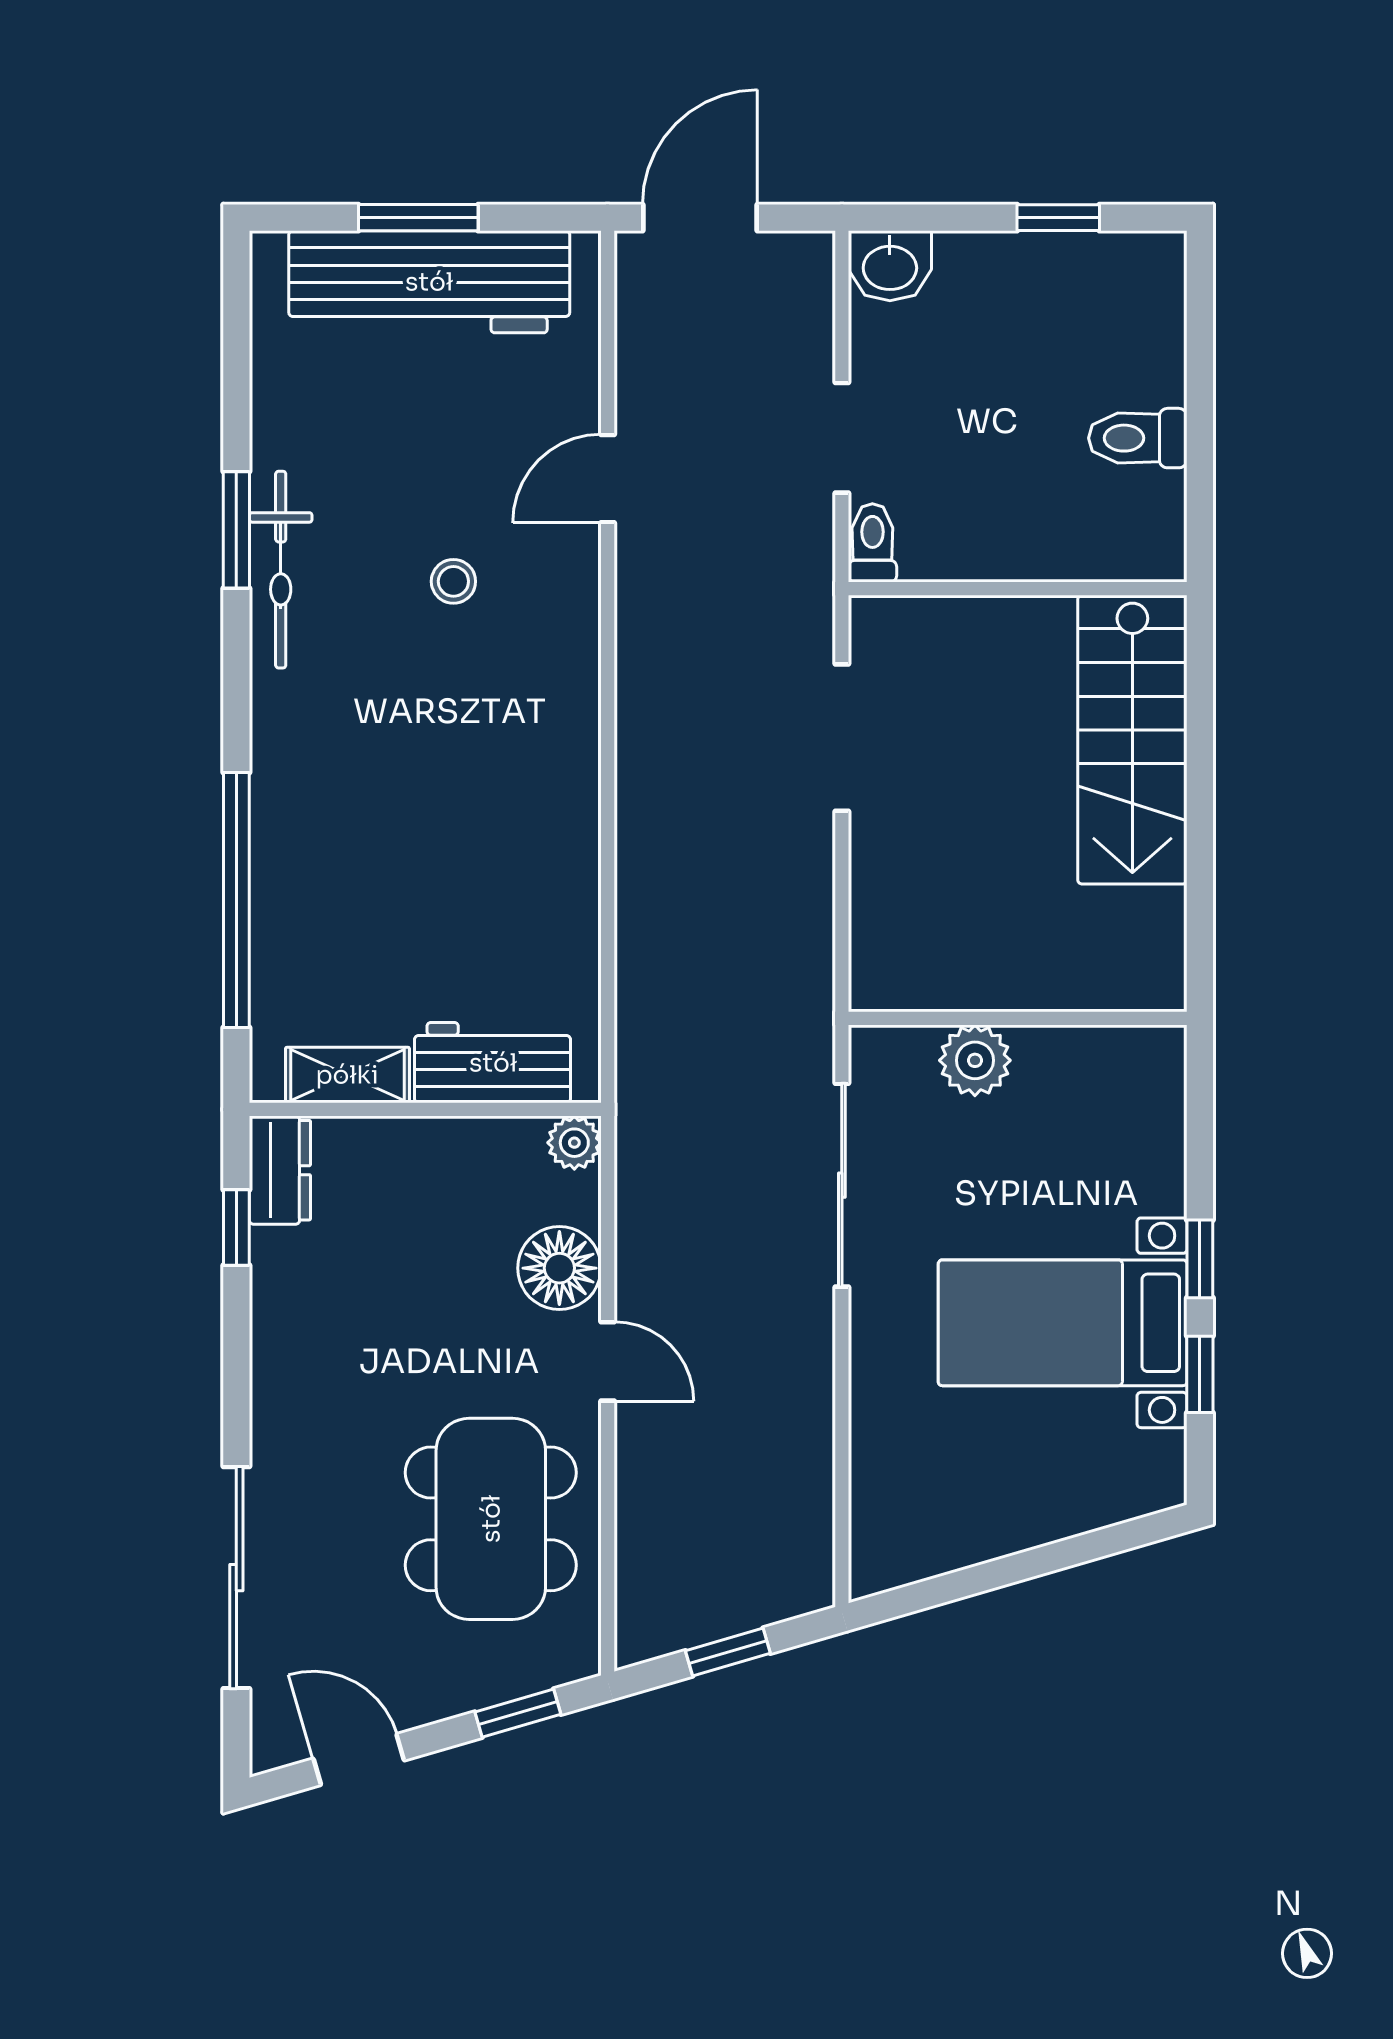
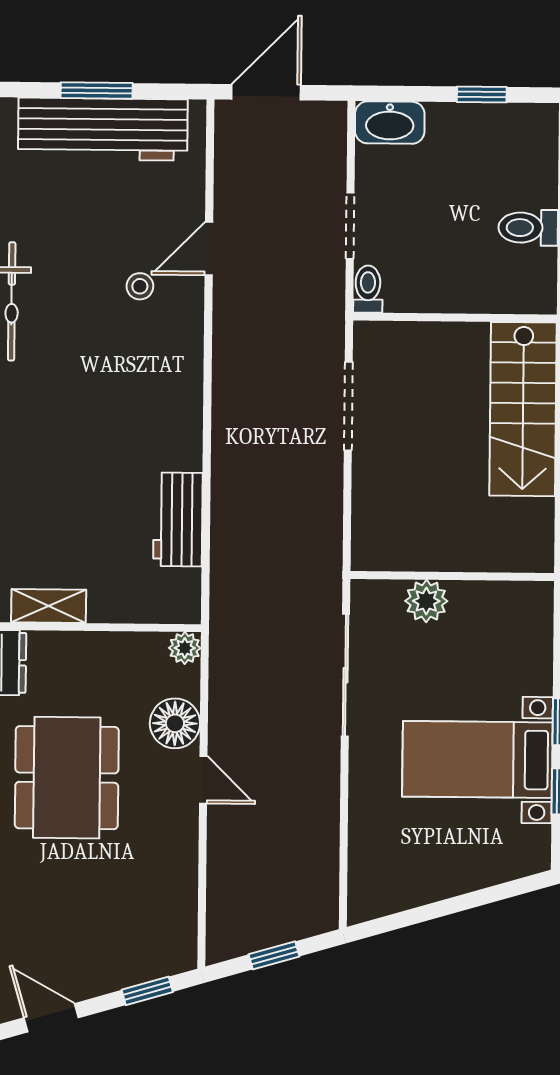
washbasin: (890, 266) -> (390, 123), width x1.38
stool: (453, 581) -> (140, 286), moved
workbench: (493, 1063) -> (178, 519), moved, turned -90
dining table: (491, 1519) -> (67, 778), moved

